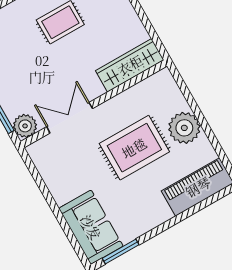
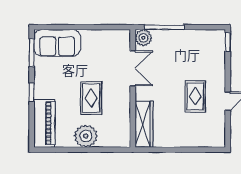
rug: (134, 148) -> (91, 98), width x0.73, depth x0.70
window: (169, 224) -> (32, 92), added

